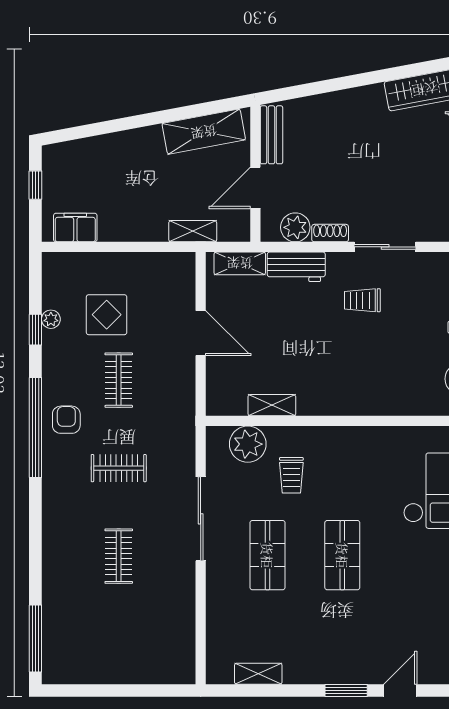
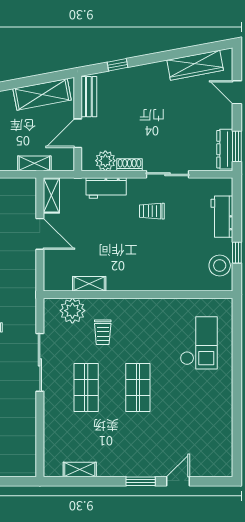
window: (313, 89) -> (117, 65), added
shelving: (240, 263) -> (51, 195), moved, turned 90

